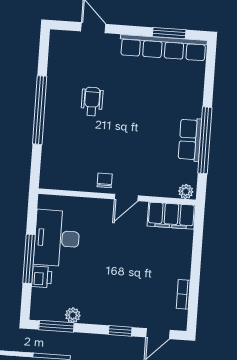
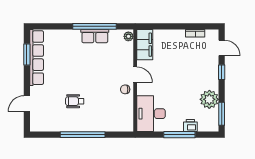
desk: (57, 238) -> (151, 114), moved, turned 90
plant: (73, 315) -> (209, 99), width x1.88, depth x1.88

